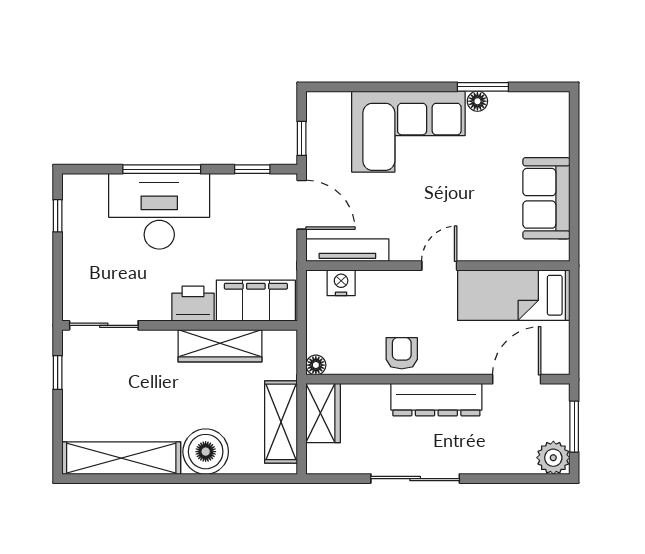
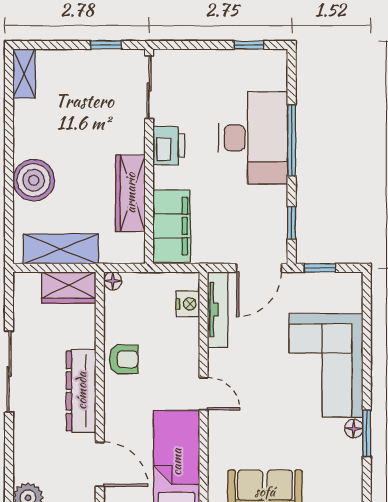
printer: (193, 304) -> (169, 146), moved
shelving: (121, 458) -> (24, 73), width x0.45, depth x0.75

